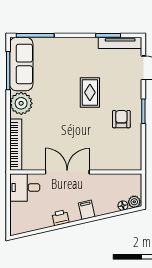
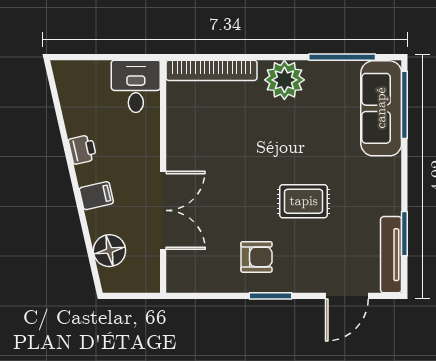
sofa: (21, 64) -> (381, 108), moved, turned 90
double door: (67, 172) -> (163, 210), moved
plant: (134, 202) -> (111, 280), removed
floor lamp: (123, 206) -> (109, 251), width x1.89, depth x1.89

